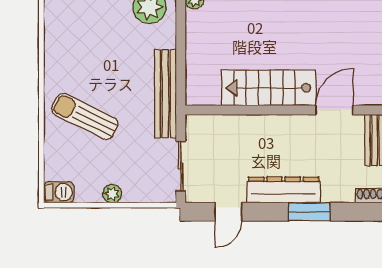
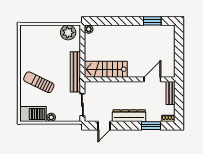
stairs: (269, 88) -> (106, 69), moved
barbecue: (59, 192) -> (33, 114), width x1.88, depth x1.53
window: (309, 212) -> (151, 126), moved

